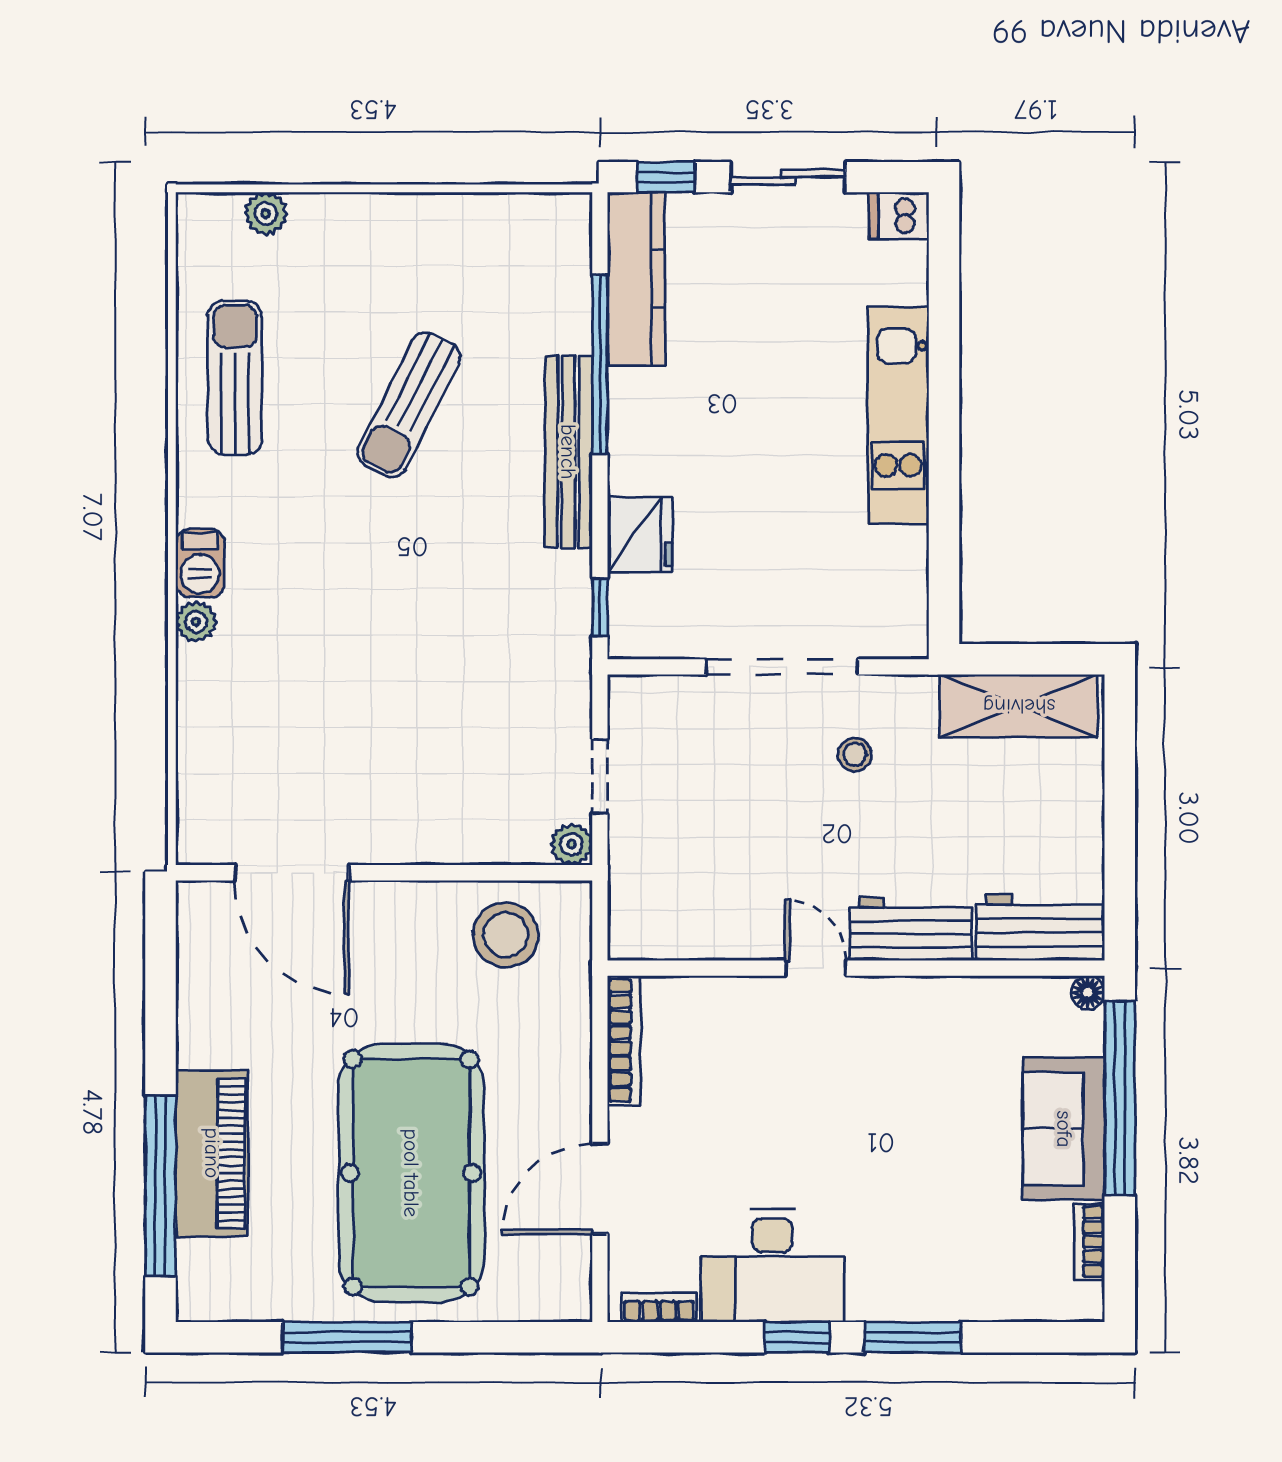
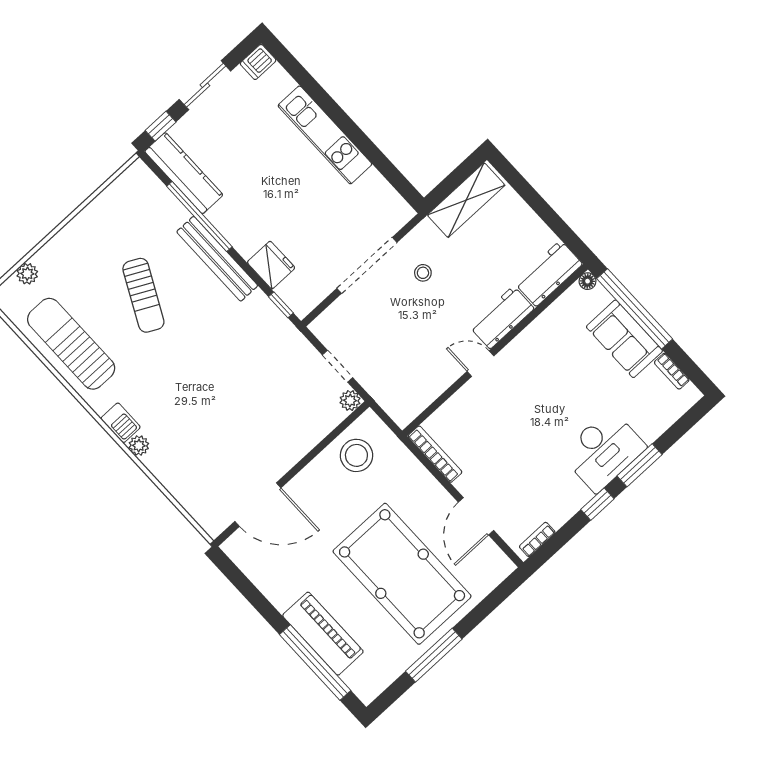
sun lounger: (235, 378) -> (71, 344), width x1.36, depth x1.34
desk: (772, 1266) -> (603, 451), moved

